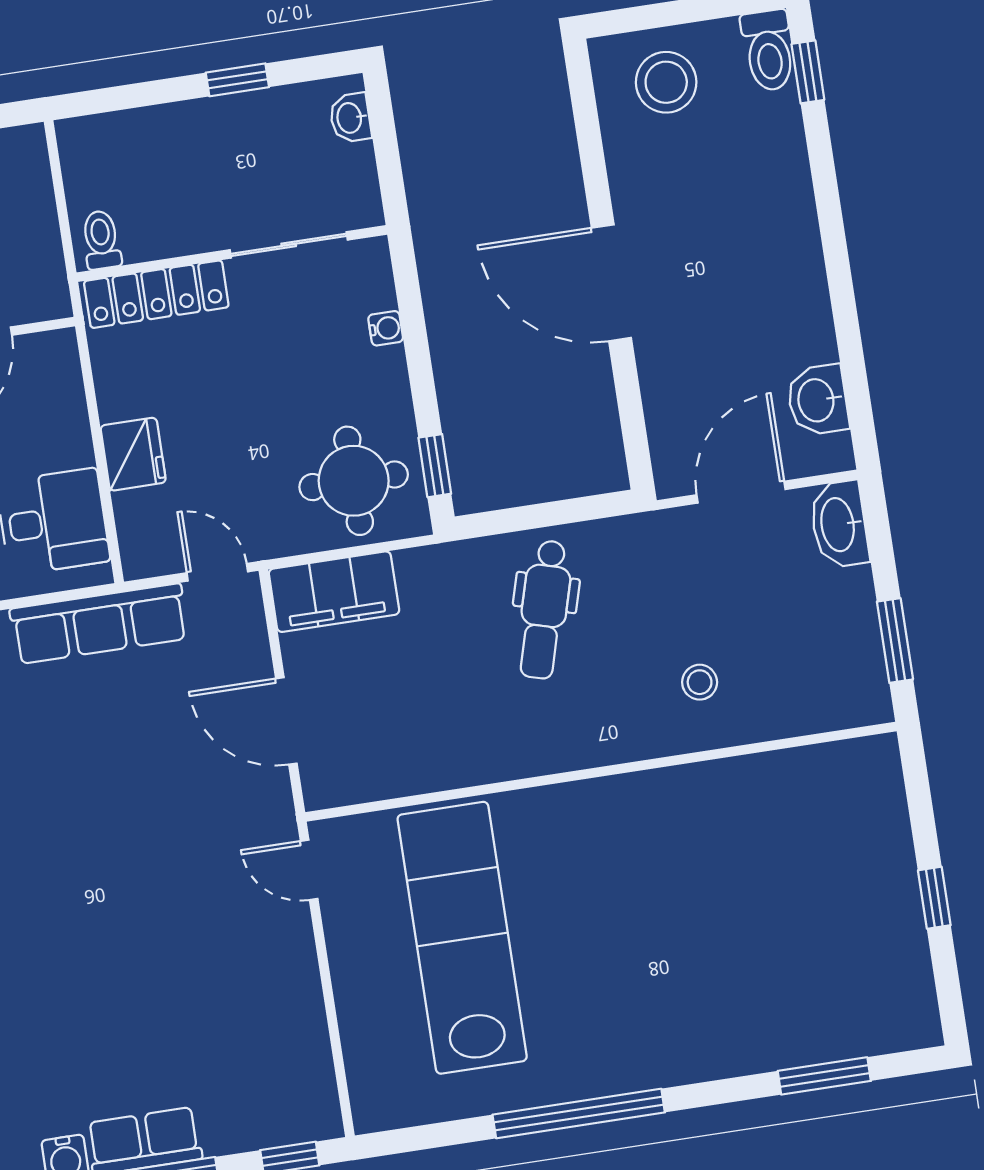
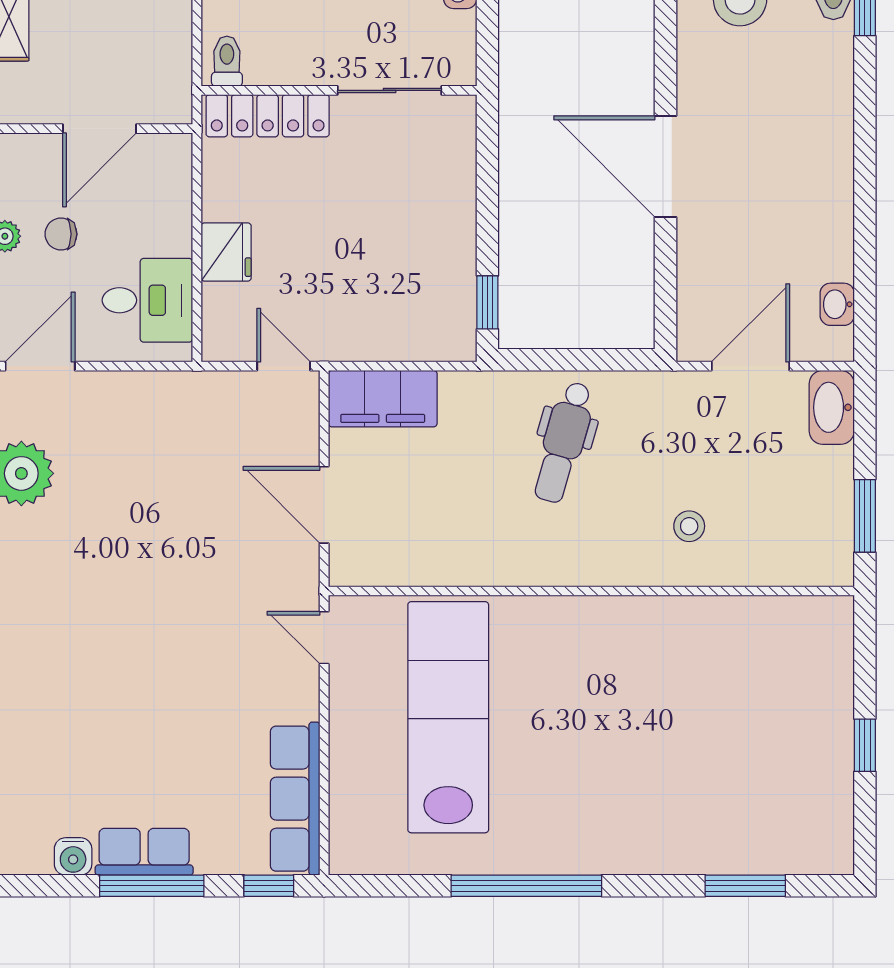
water cooler: (386, 328) -> (463, 176), removed
washbasin: (818, 400) -> (837, 304), width x0.72, depth x0.69
round table: (354, 481) -> (415, 305), removed
row of seats: (99, 624) -> (295, 799), moved, turned 90

